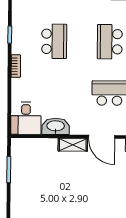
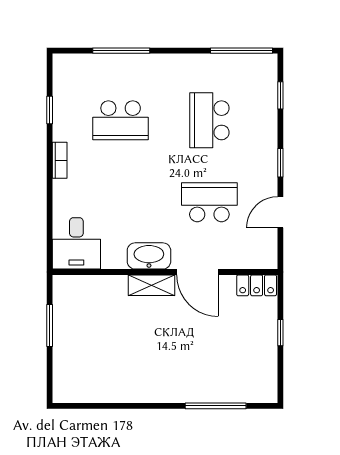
school desk: (54, 41) -> (121, 120), turned 90
washbasin: (56, 126) -> (149, 256), moved

